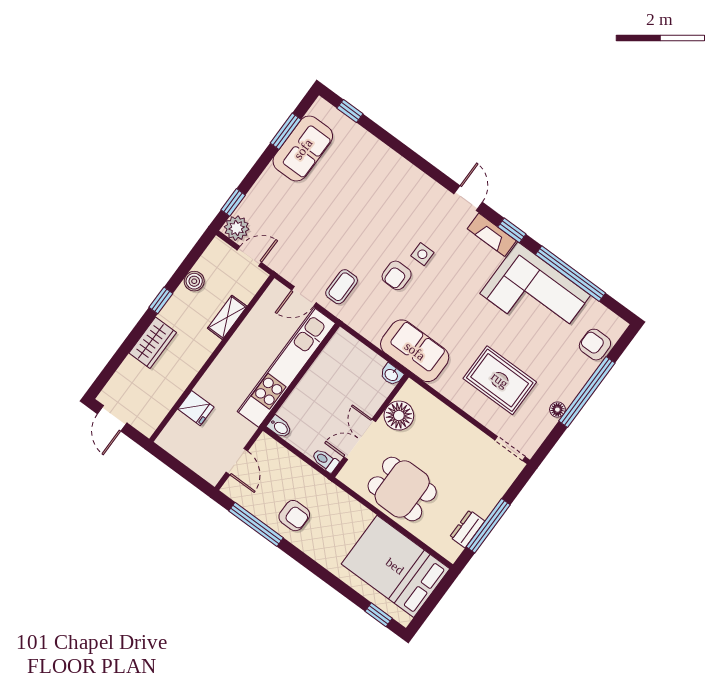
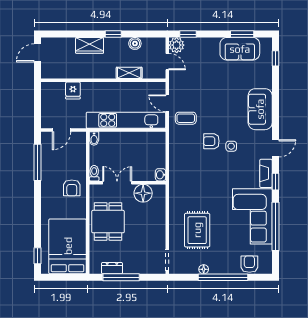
sofa: (415, 351) -> (260, 109), moved, turned 180
armchair: (294, 516) -> (72, 188), moved

